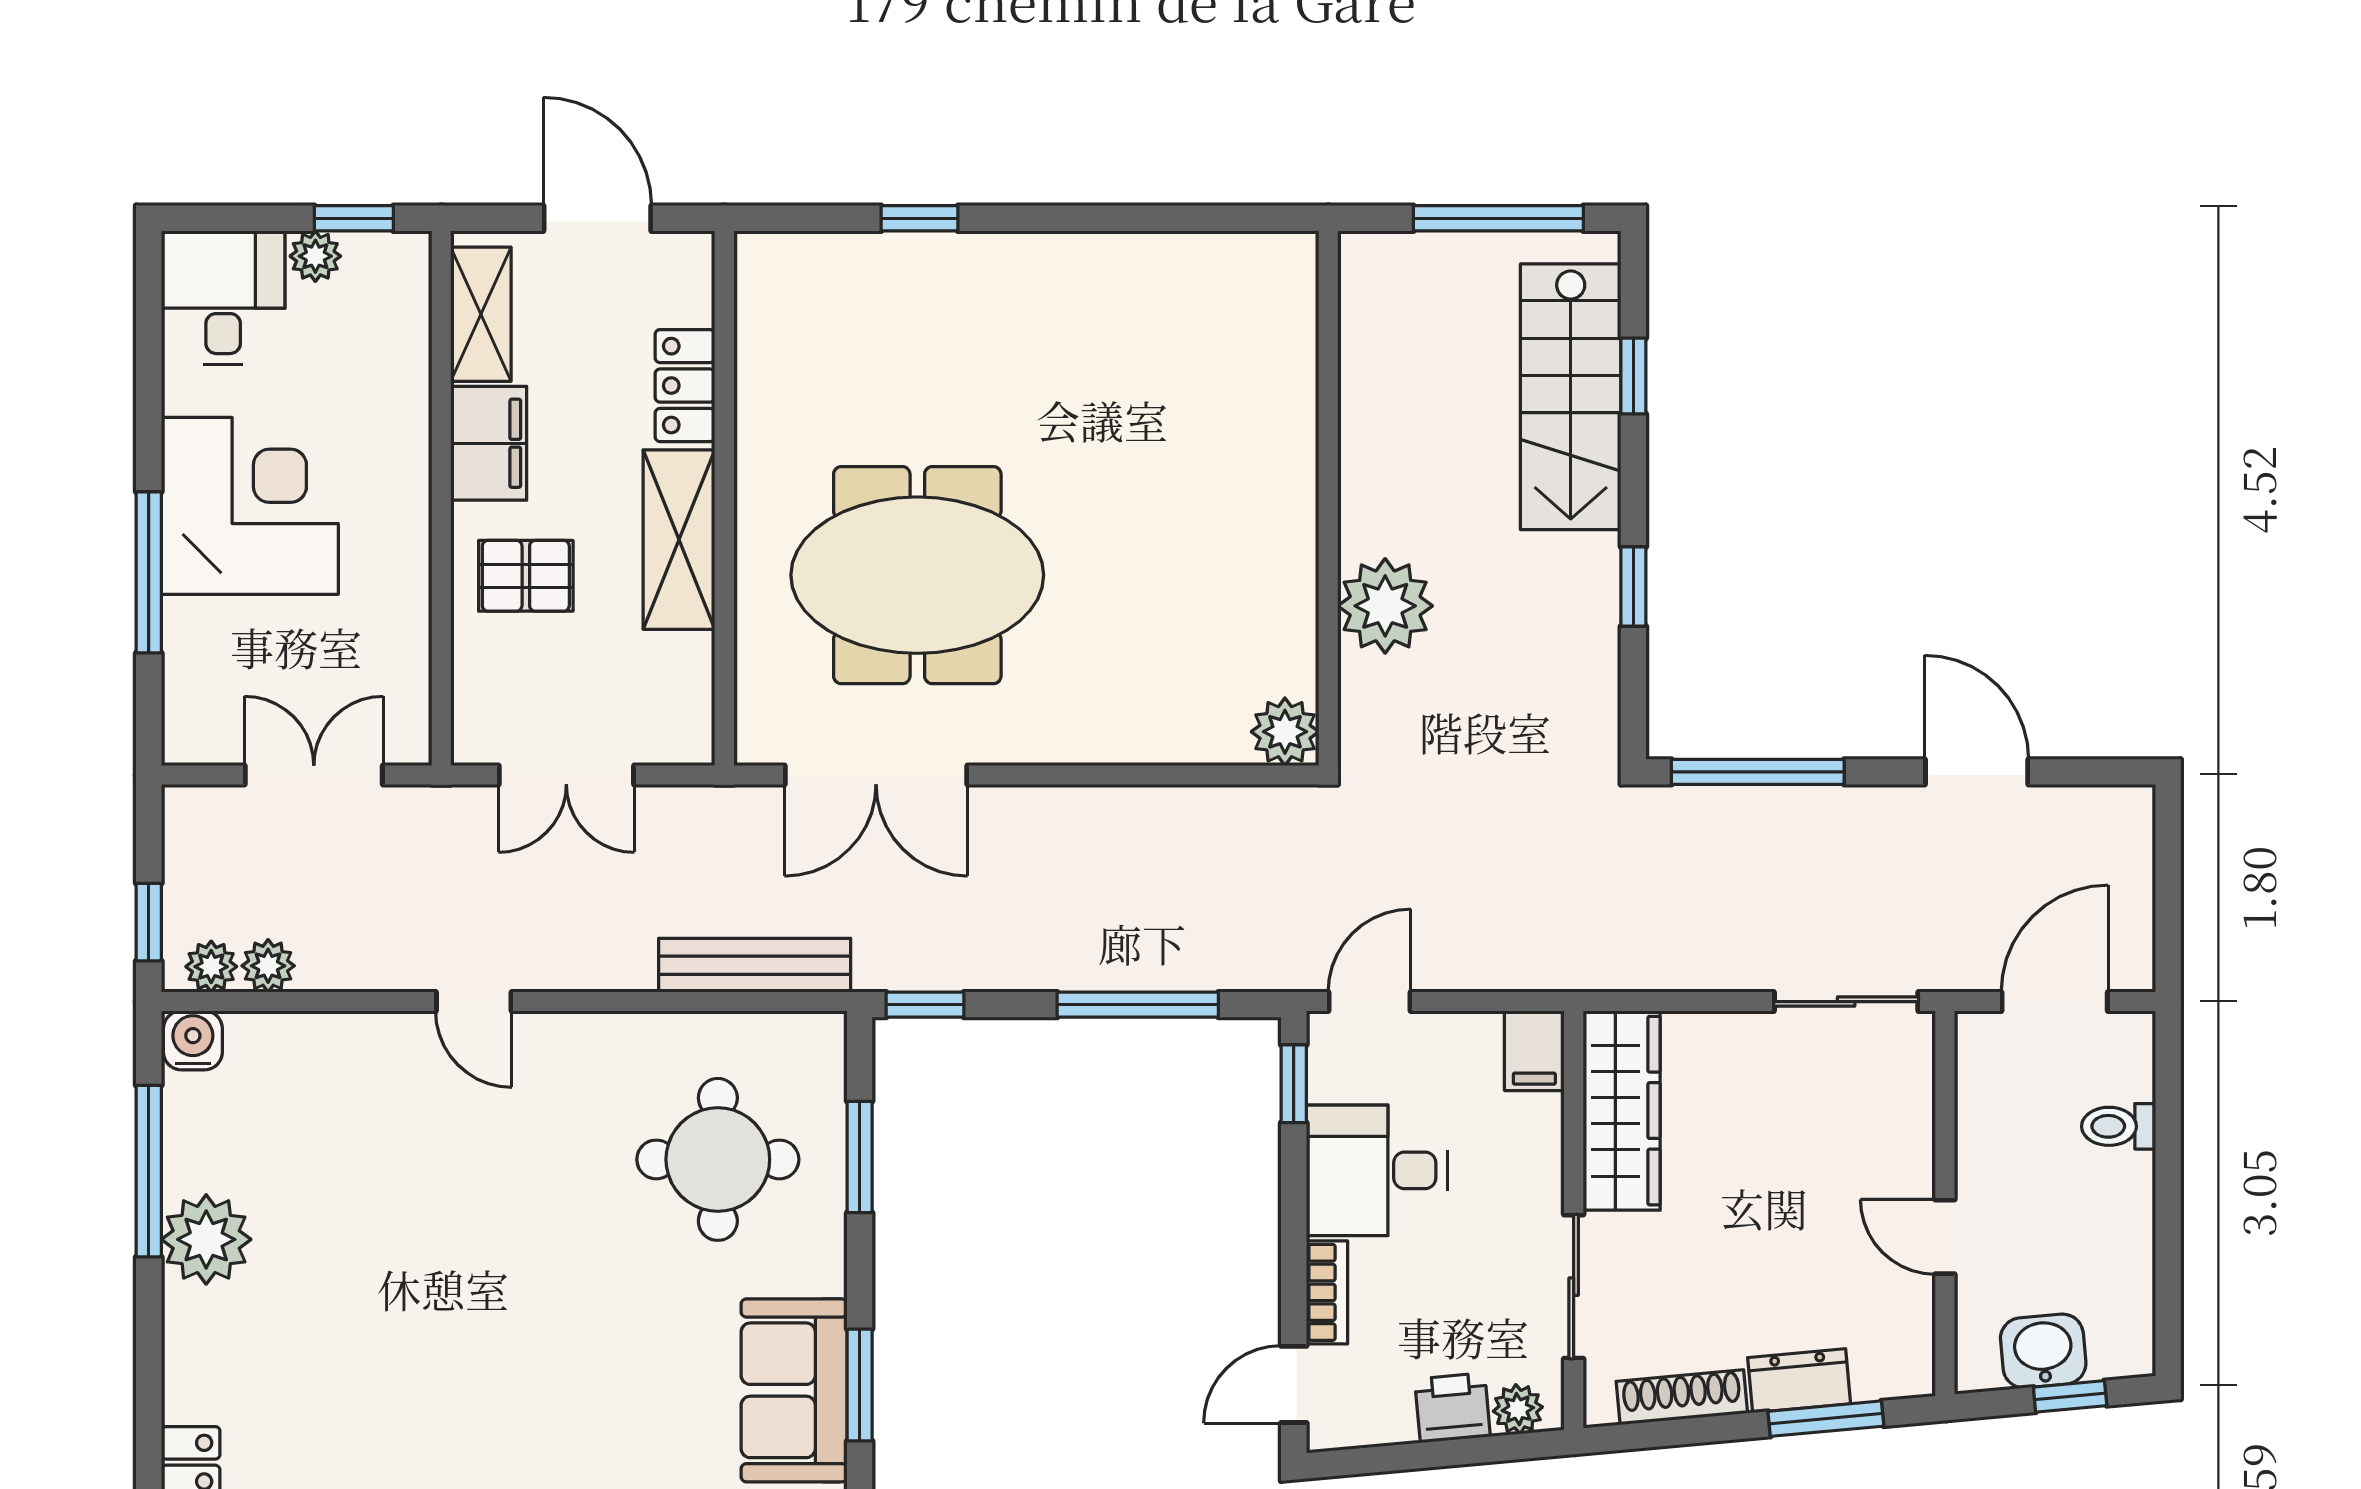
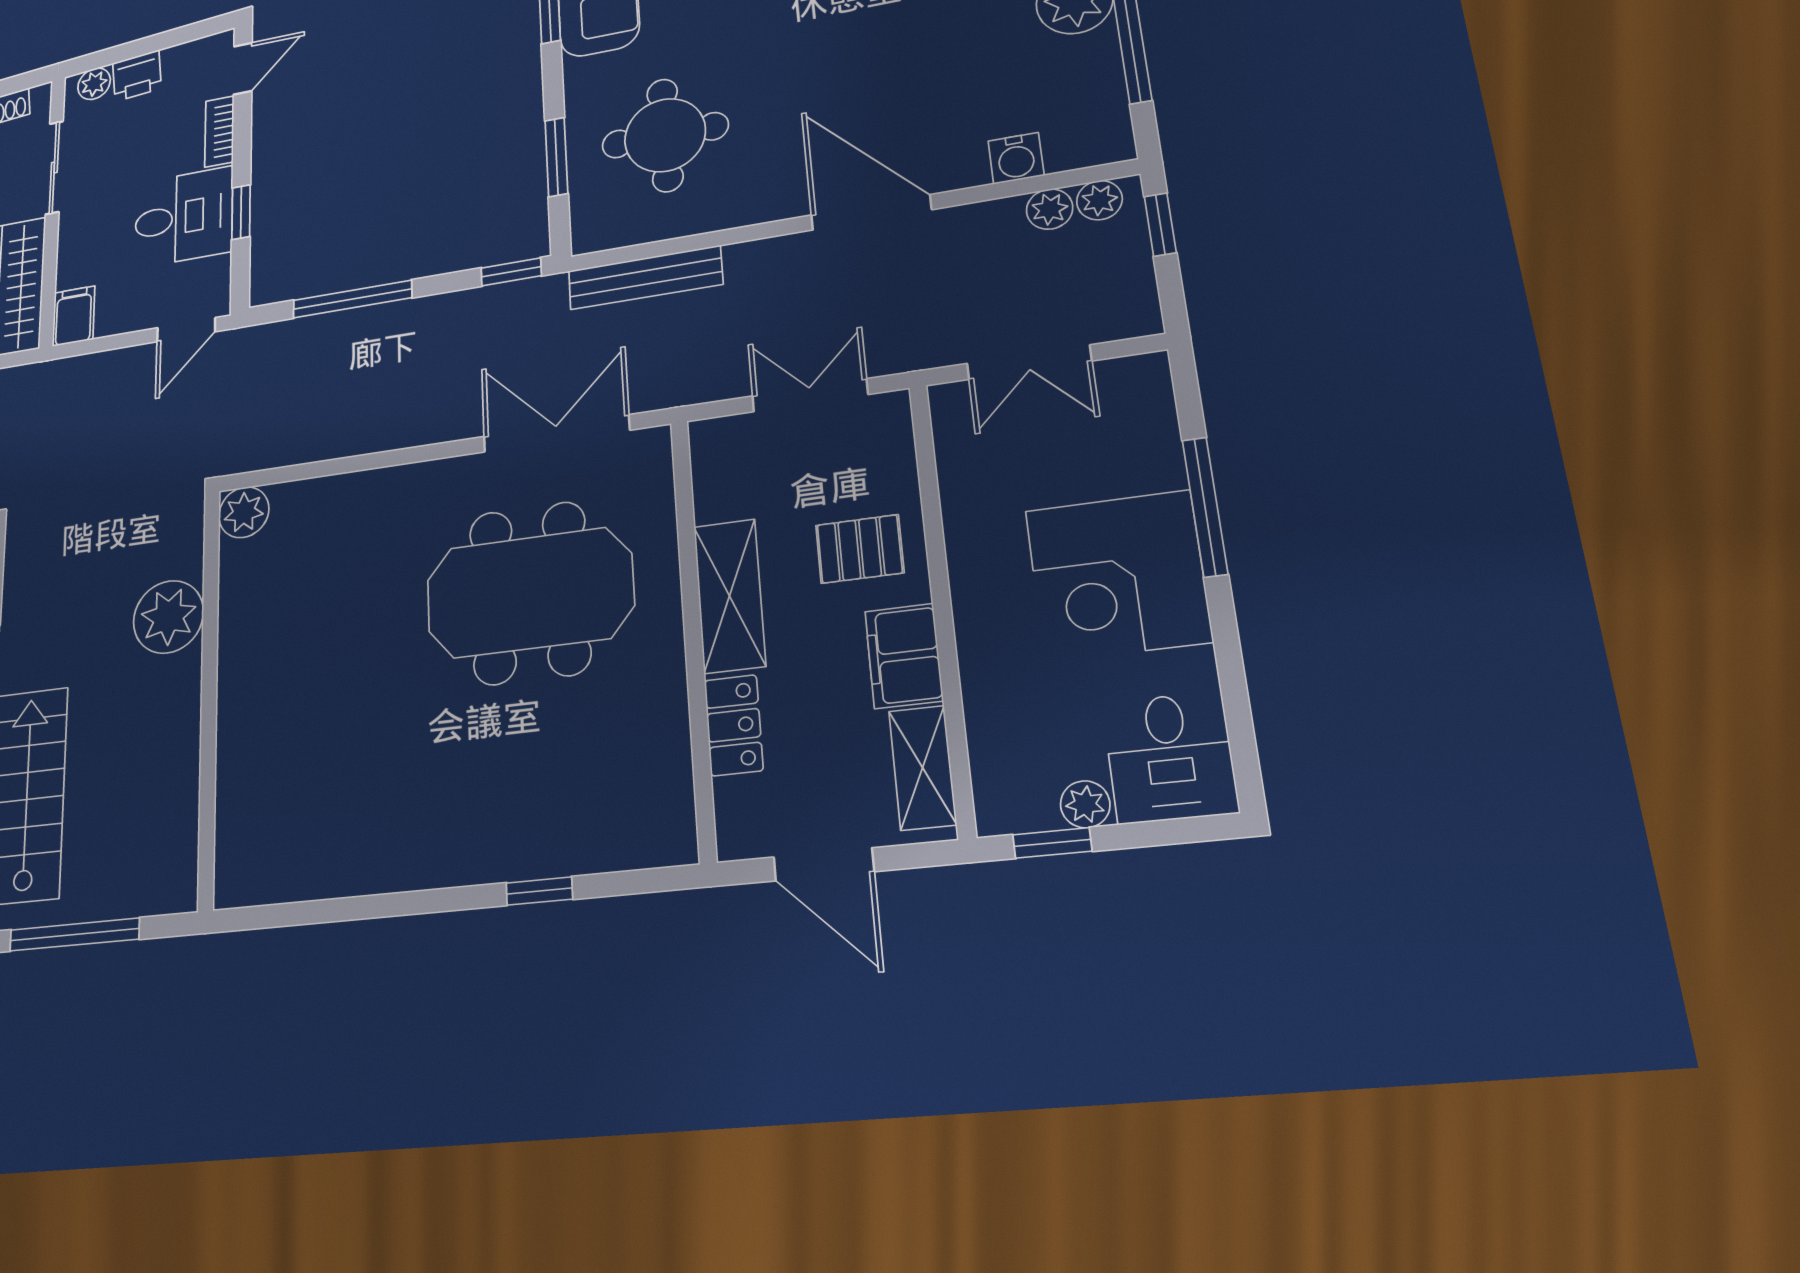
door: (474, 1002) -> (871, 212), width x1.87
water cooler: (193, 1040) -> (1016, 158), moved
window: (1294, 1084) -> (241, 212), moved

